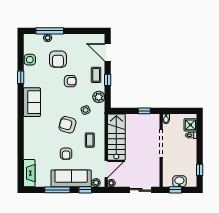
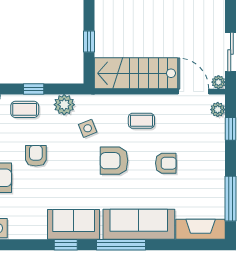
window: (21, 77) -> (66, 245), moved
window: (144, 111) -> (89, 42), moved
armchair: (67, 125) -> (114, 161), turned 74
window: (21, 129) -> (121, 245), added
sofa: (71, 178) -> (139, 224), moved, turned 90
window: (57, 190) -> (231, 199), moved
sliding door: (141, 190) -> (231, 52), moved

